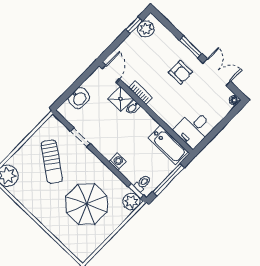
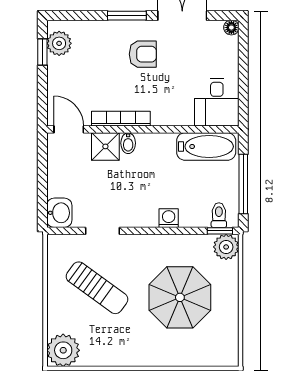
bookcase: (141, 93) -> (121, 119), width x1.56
washbasin: (79, 98) -> (59, 213), moved

